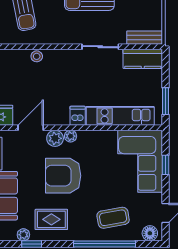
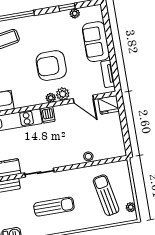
door: (31, 128) -> (83, 99), hinge flipped
armchair: (63, 176) -> (51, 66), turned 180
rug: (51, 219) -> (55, 29), removed

